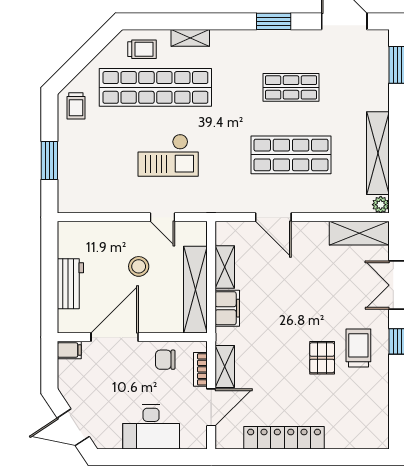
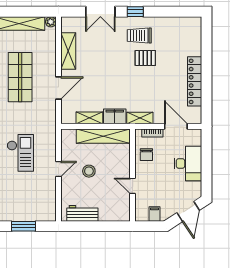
door: (162, 217) -> (59, 169), moved
shelving: (359, 233) -> (68, 51), moved
workbench: (70, 284) -> (82, 213), moved
door: (115, 337) -> (133, 186), width x0.53
filing cabinet: (69, 350) -> (154, 214), moved
shelving: (225, 367) -> (140, 118), moved

